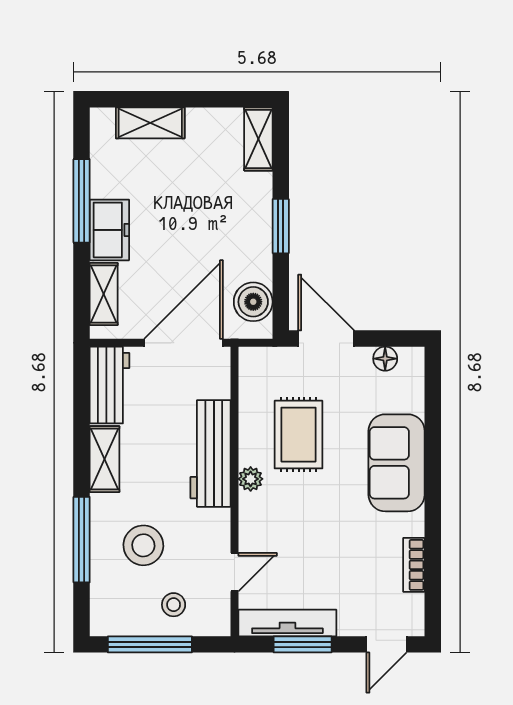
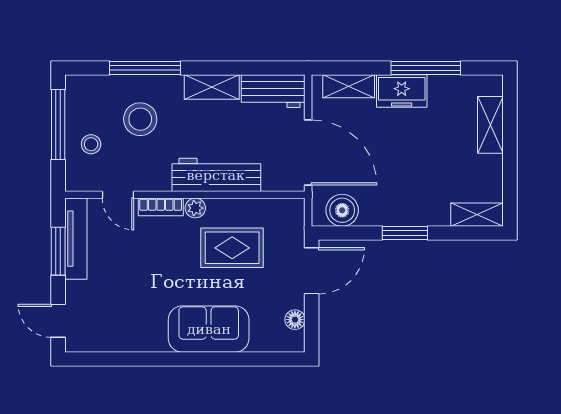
bookcase: (414, 565) -> (161, 207), moved, turned 180

